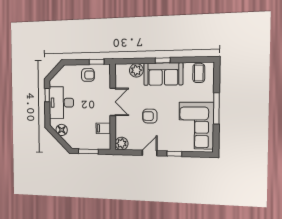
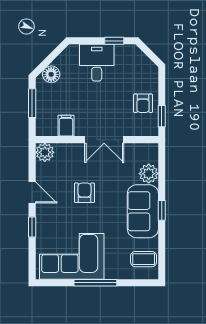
desk: (61, 103) -> (97, 63), width x0.73
floor lamp: (62, 130) -> (51, 74), moved

